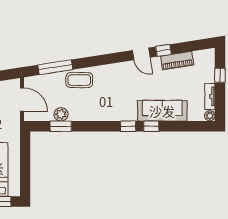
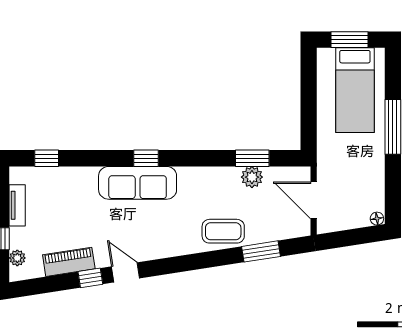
window: (55, 67) -> (261, 251), width x0.69
sofa: (162, 111) -> (138, 183), moved
plant: (210, 116) -> (17, 258), moved
window: (151, 126) -> (47, 158), moved

